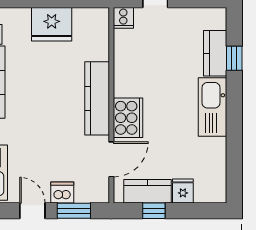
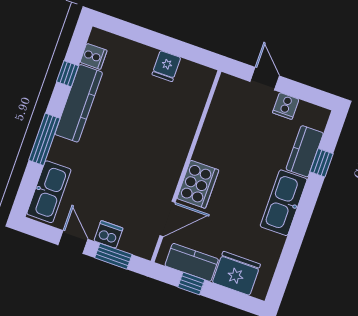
cooker: (123, 18) -> (286, 106), moved
fridge: (52, 24) -> (166, 66), width x0.53, depth x0.75
kitchen counter: (97, 98) -> (175, 155), removed
fridge: (183, 191) -> (236, 273), width x1.88, depth x1.34

